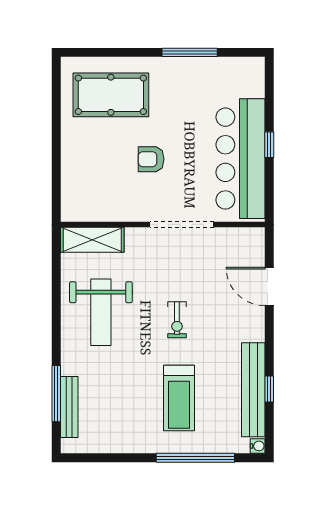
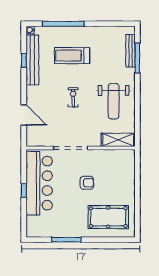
weight bench: (101, 312) -> (114, 101), turned 180
treadmill: (179, 398) -> (72, 56), turned -90

